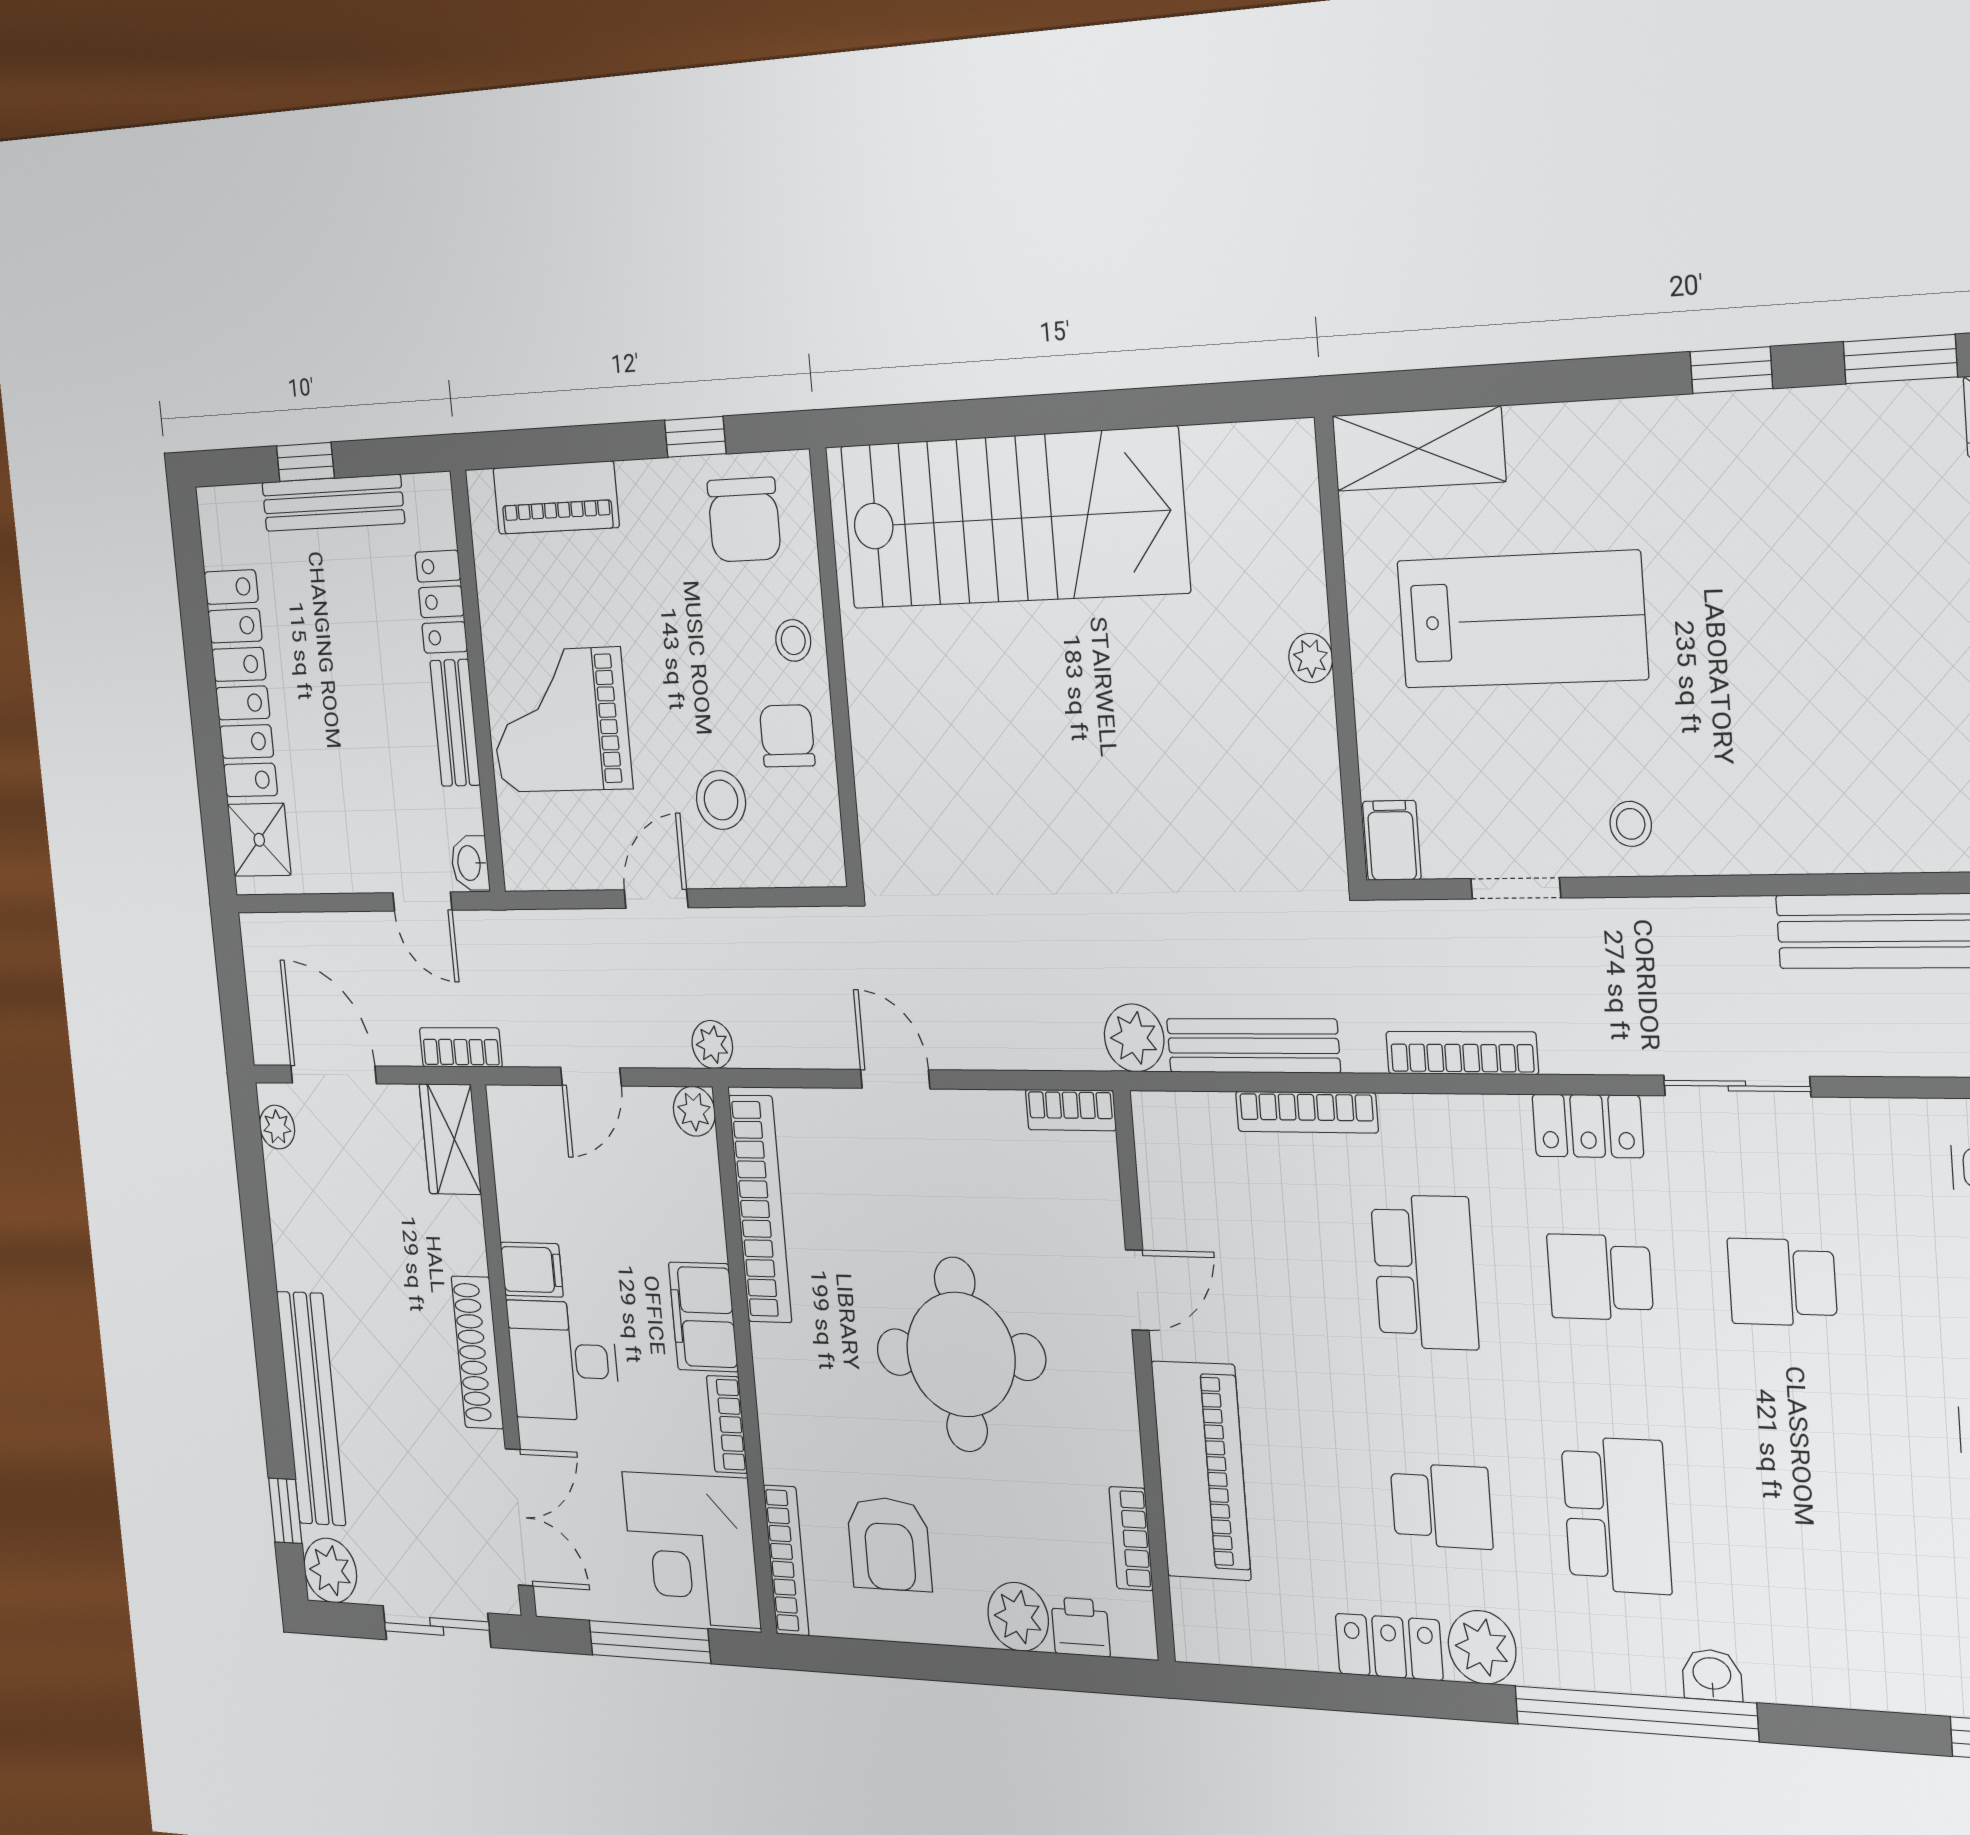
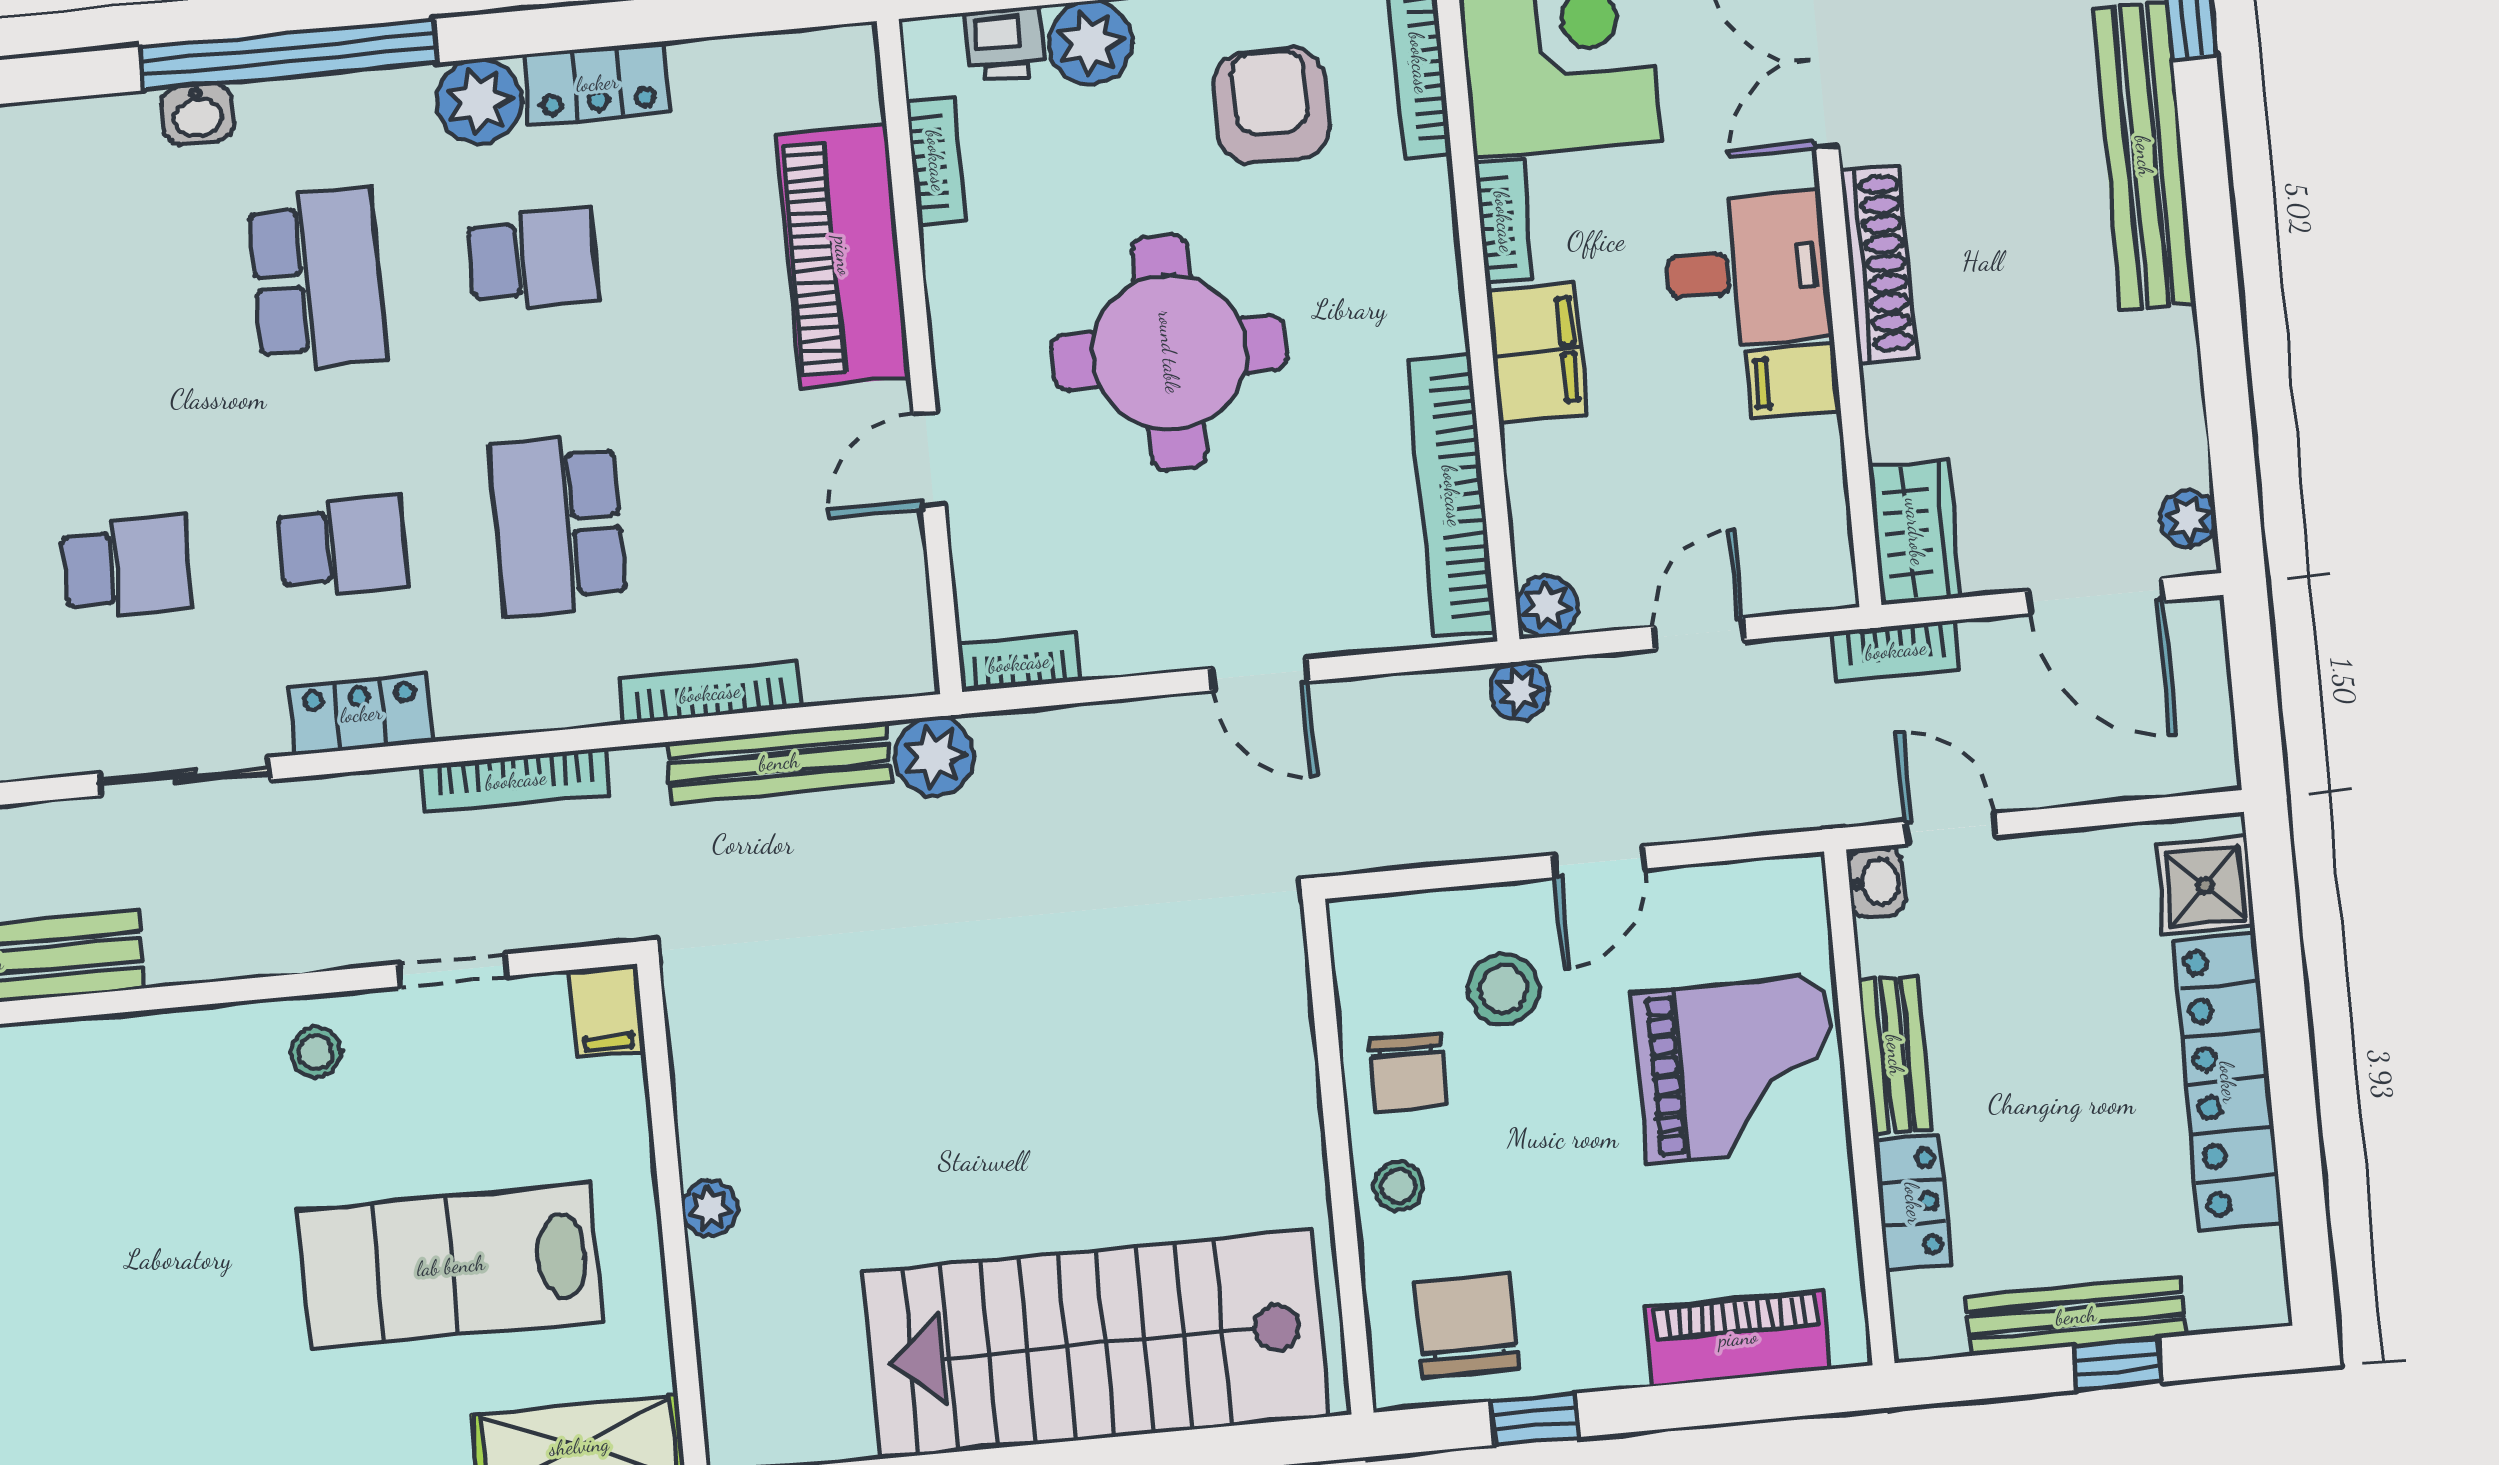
school desk: (1441, 1506) -> (533, 258), turned 180
school desk: (1616, 1515) -> (317, 279), turned 180

